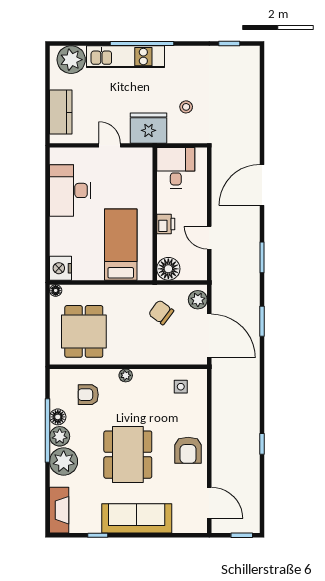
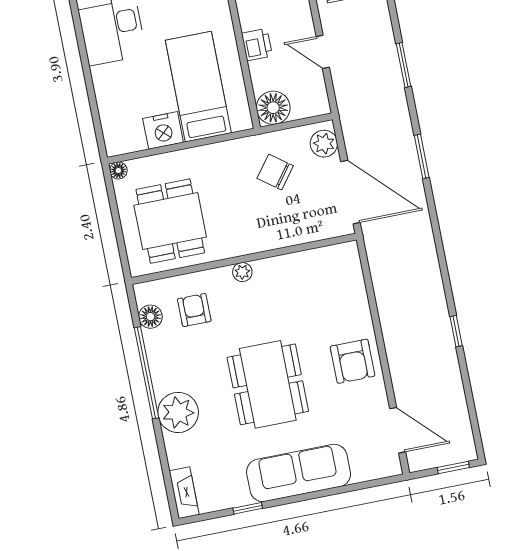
nightstand: (61, 268) -> (163, 130), moved, turned -90
side table: (181, 387) -> (324, 272), removed
armchair: (88, 395) -> (194, 310), turned 90
floor lamp: (58, 417) -> (150, 317), moved
plant: (60, 436) -> (165, 378), removed
fireplace: (59, 510) -> (184, 493), width x0.73, depth x0.76

